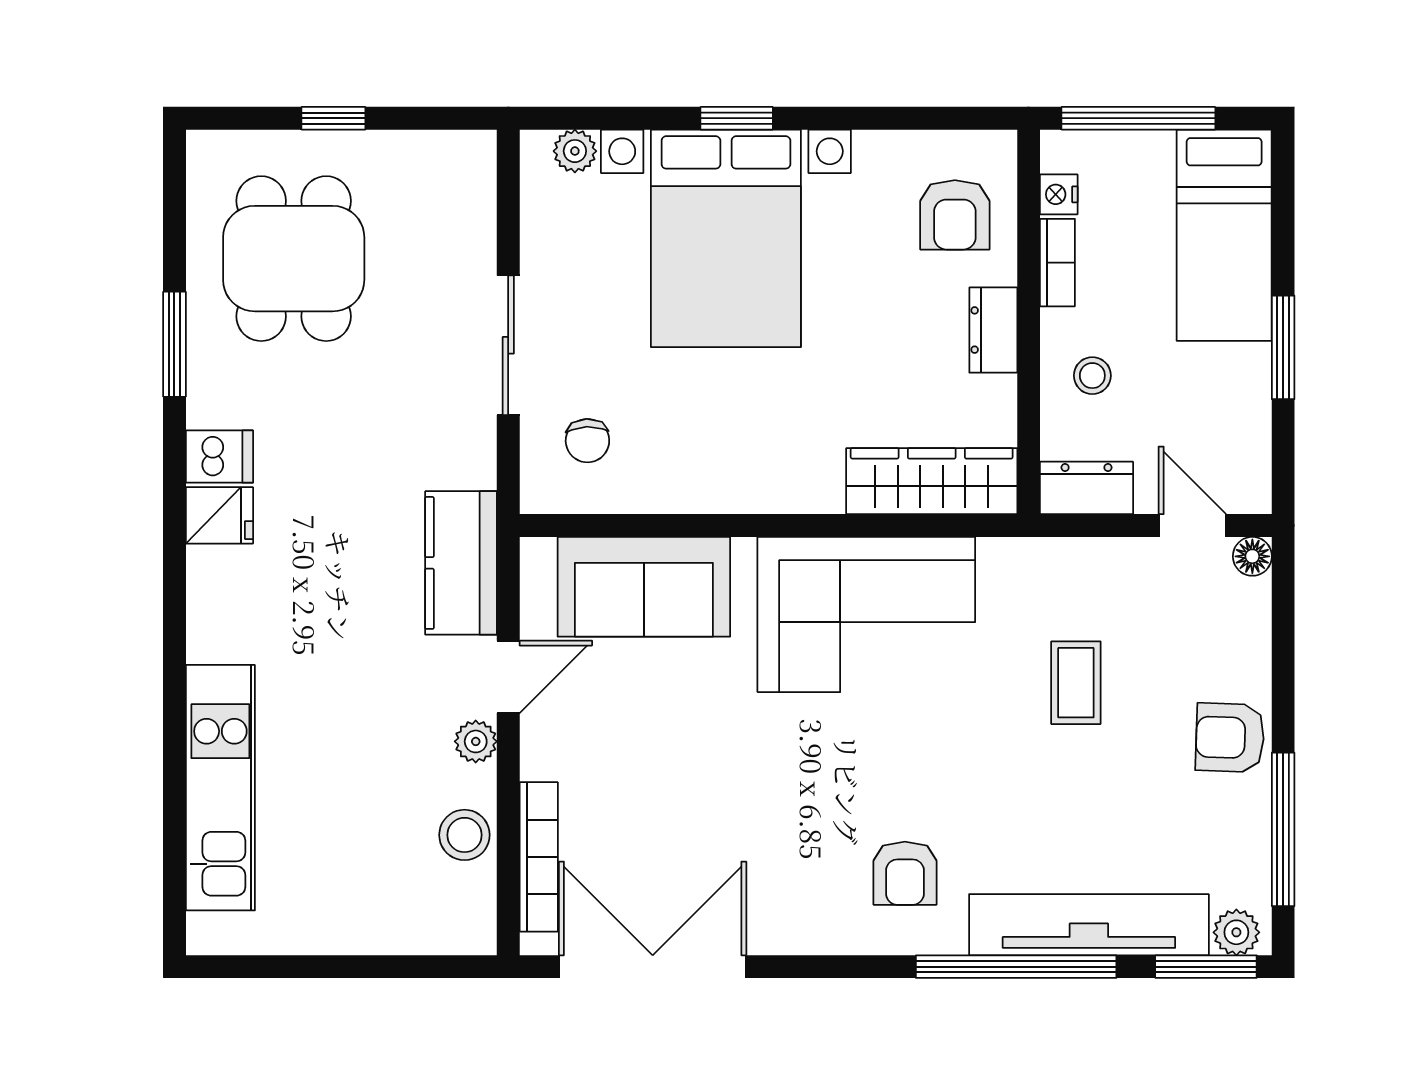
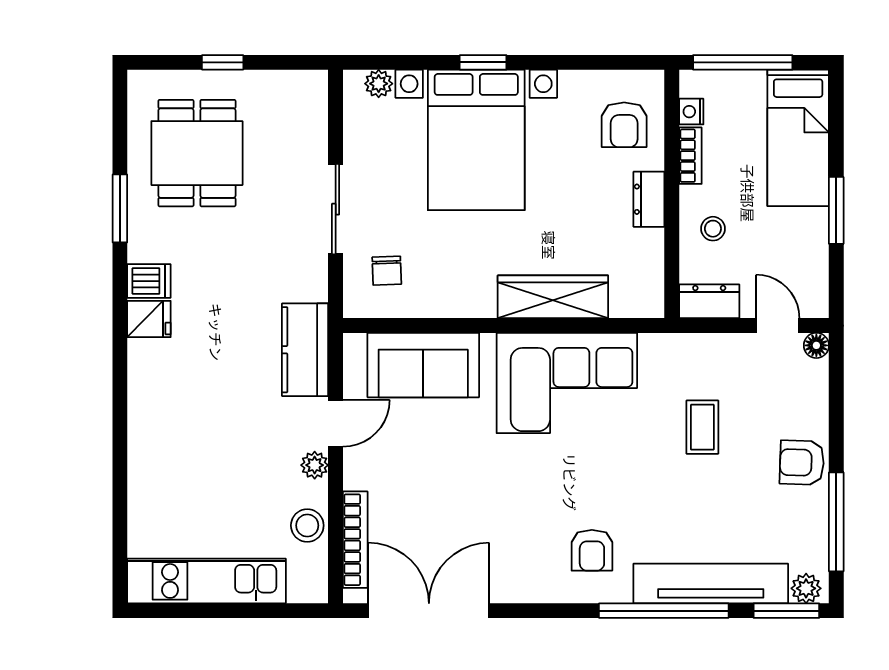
wardrobe: (932, 481) -> (553, 297), moved
kitchen unit: (220, 788) -> (207, 581), moved, turned -90

